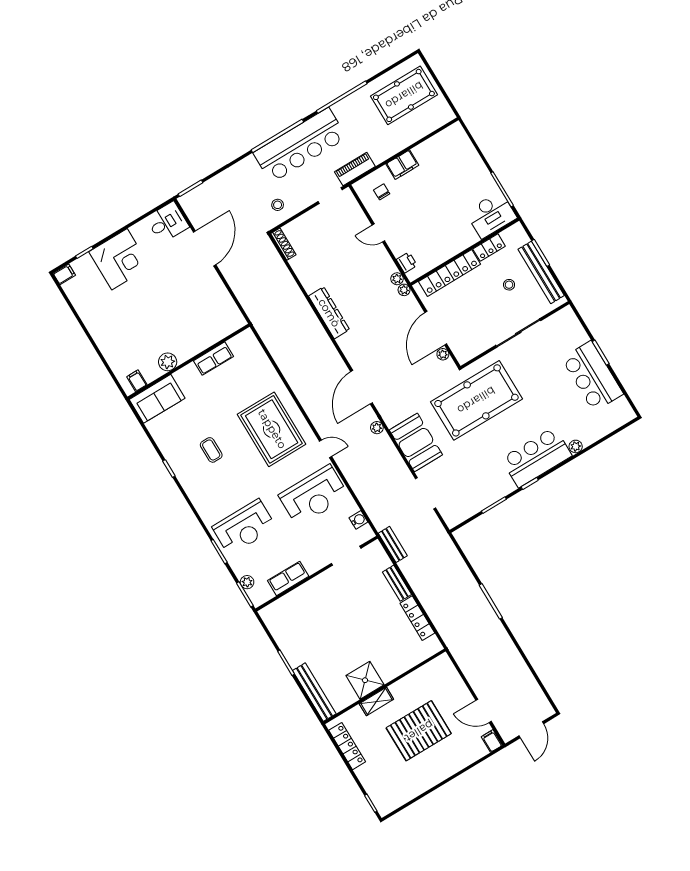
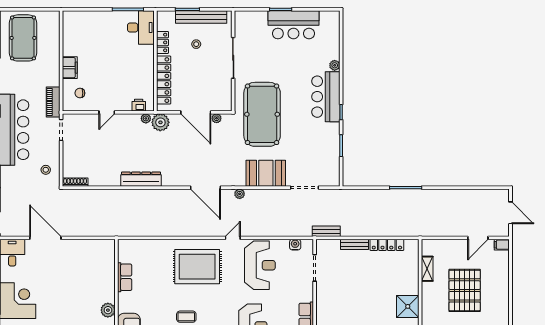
plant: (404, 290) -> (160, 122), width x1.87, depth x1.87
shelving: (376, 701) -> (427, 269), moved

